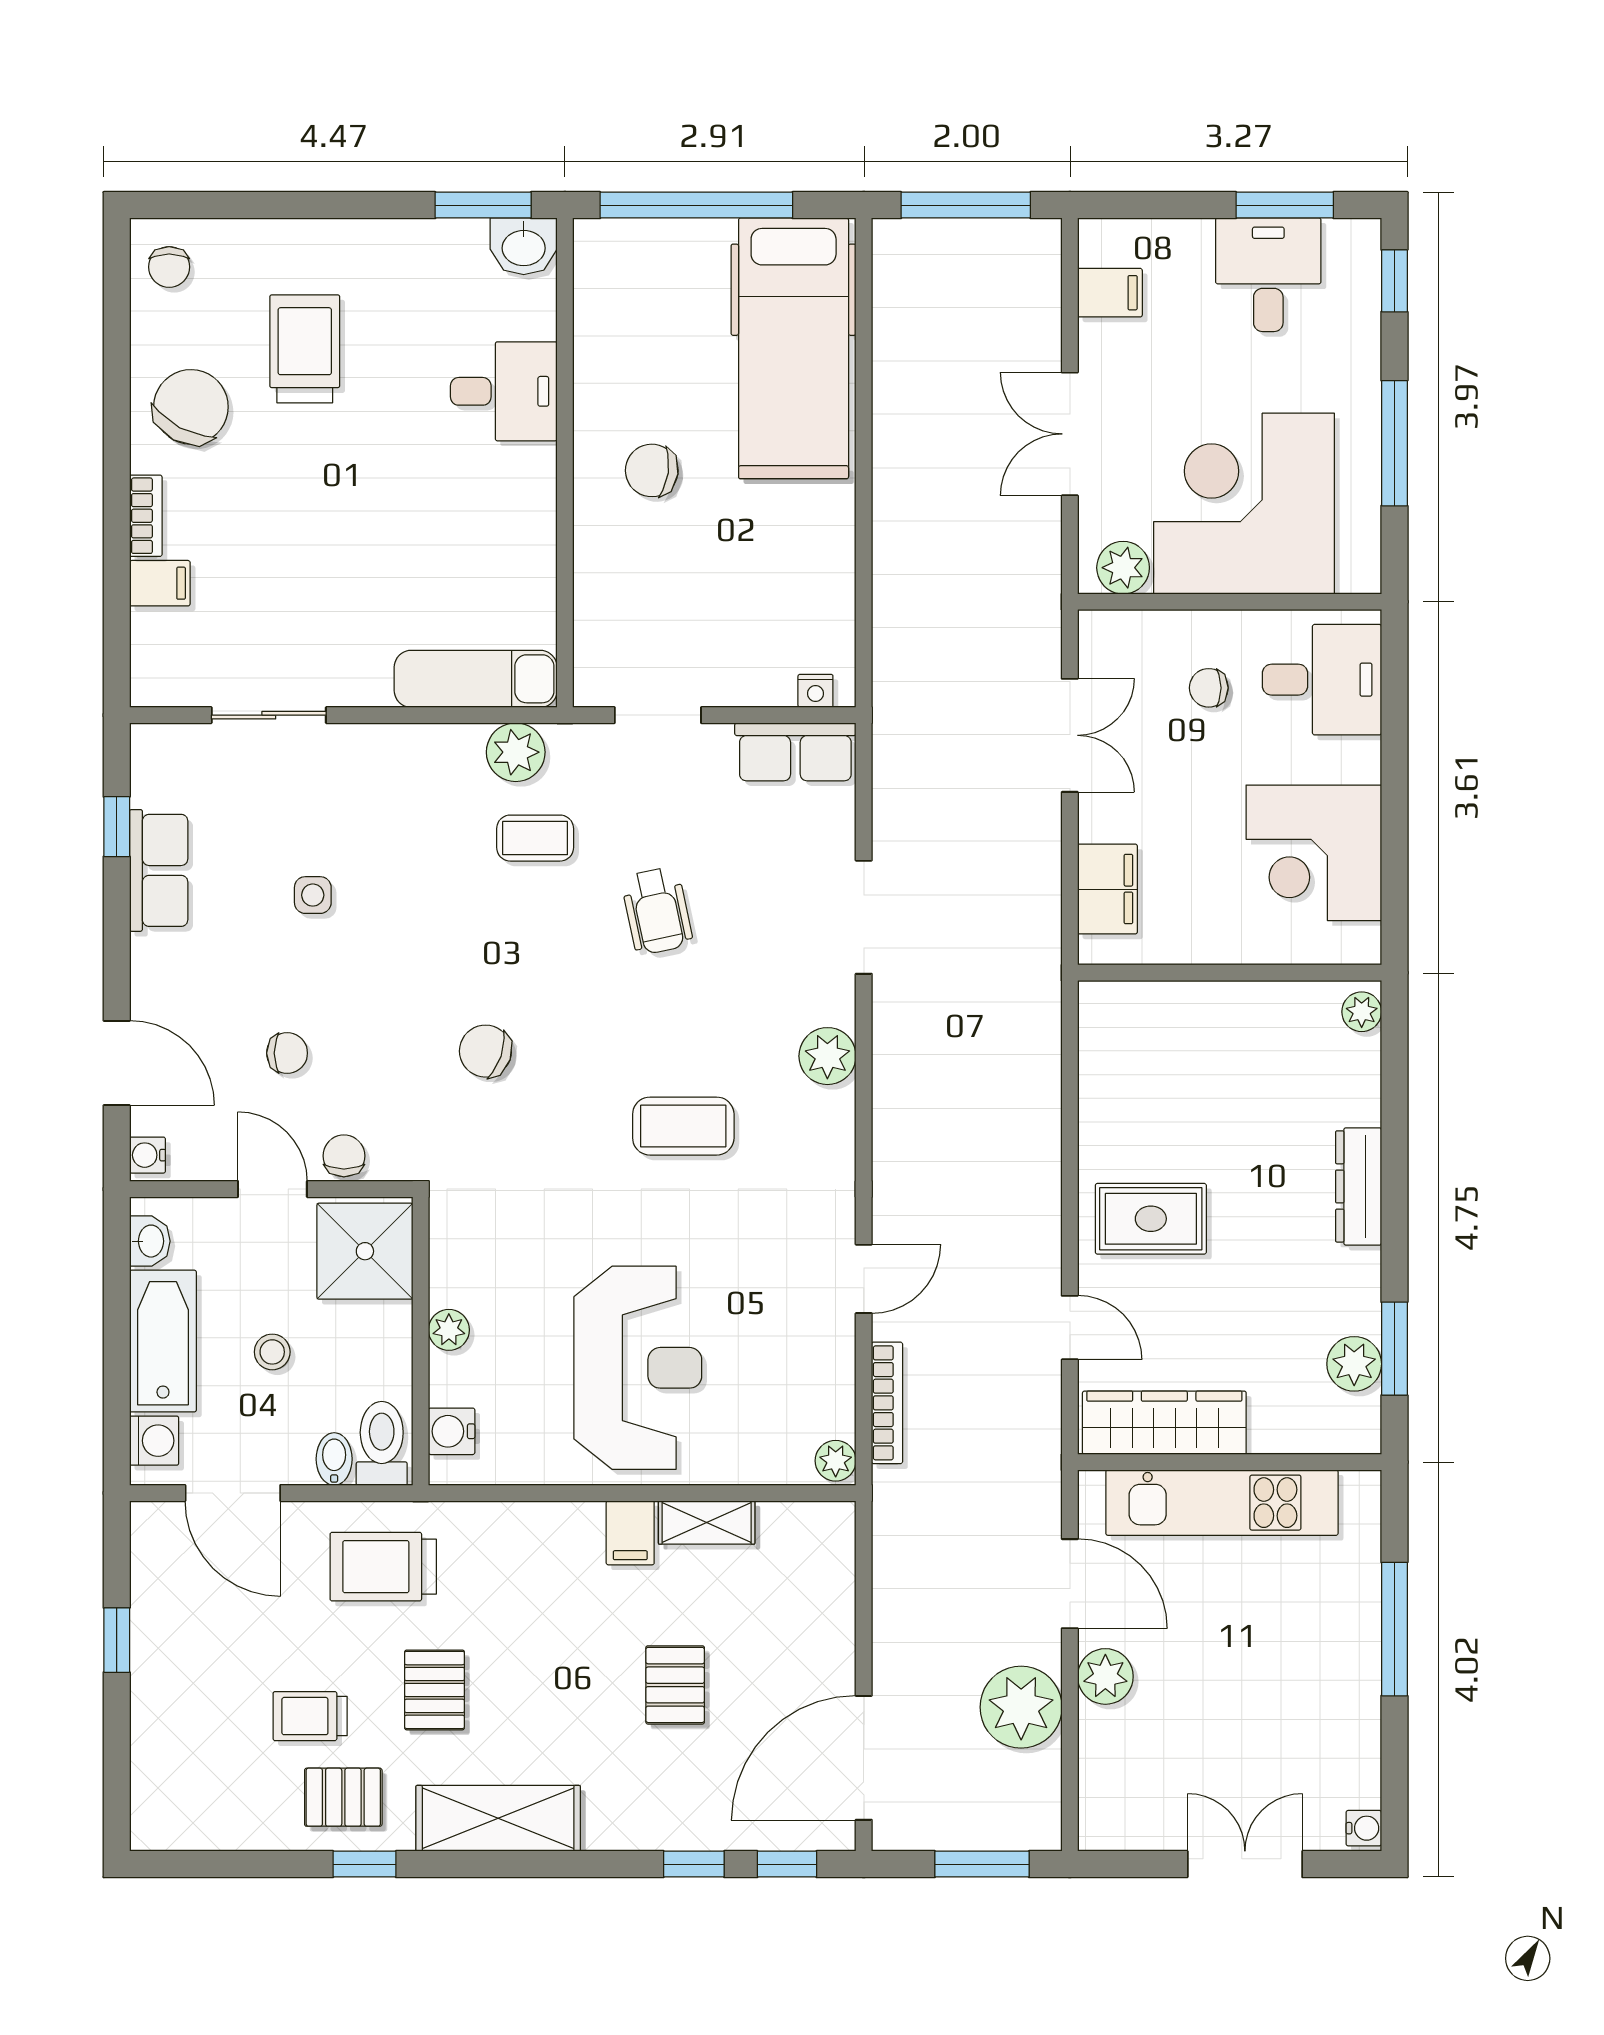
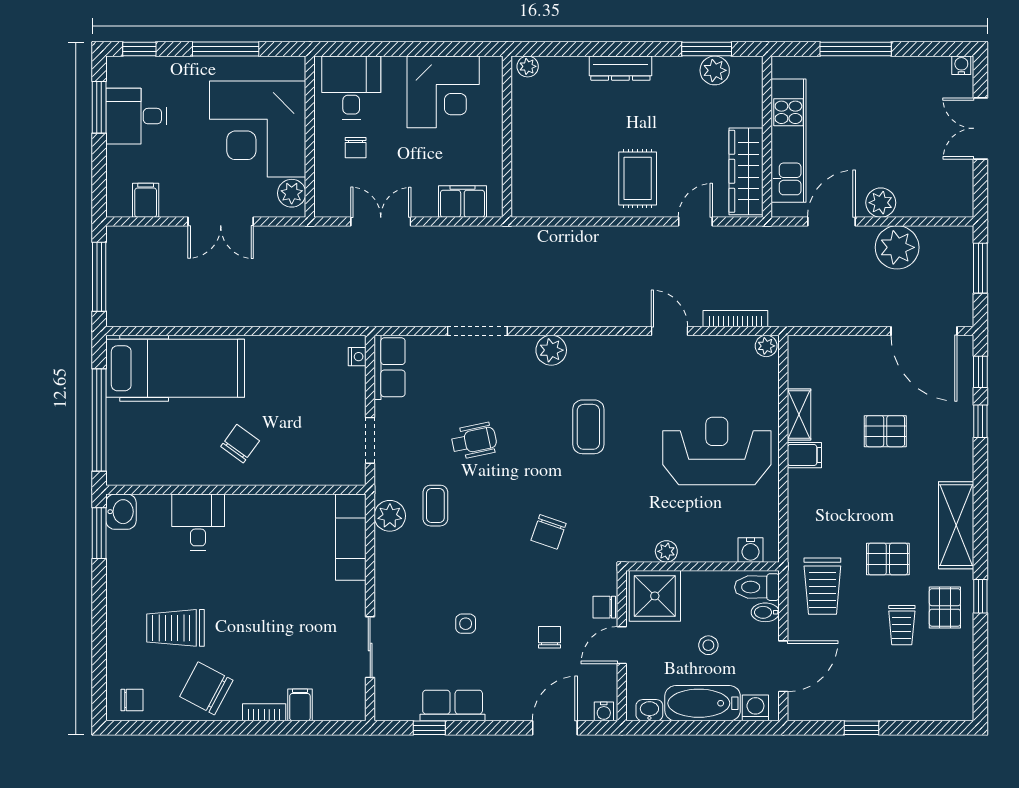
chair: (652, 470) -> (240, 444), turned -152
plant: (449, 1330) -> (666, 551), moved

